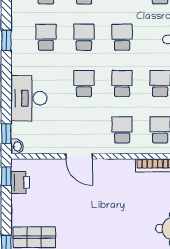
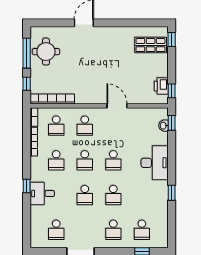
school desk: (46, 37) -> (142, 195), removed
desk: (29, 98) -> (155, 163), moved
washbasin: (17, 146) -> (163, 126), moved

